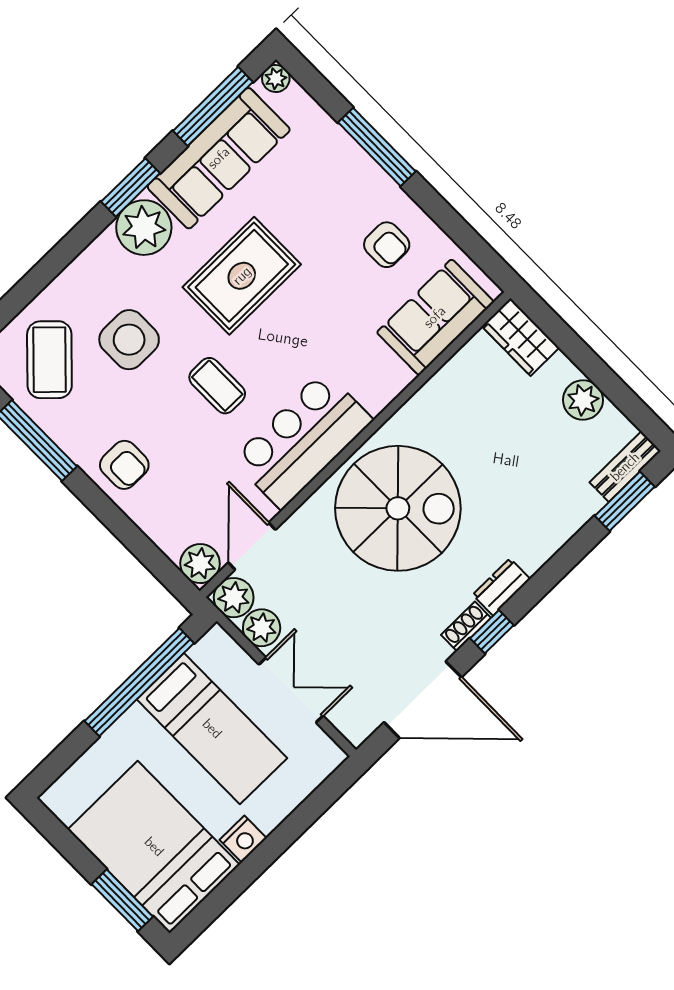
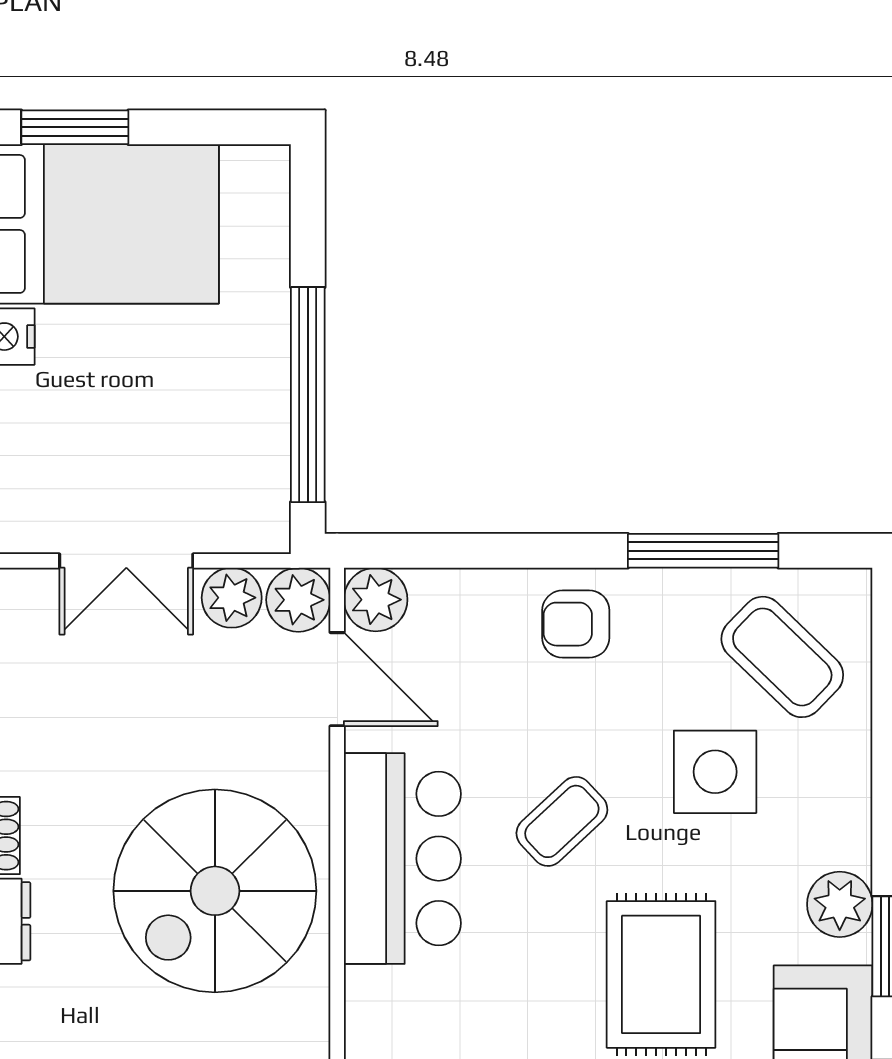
plant: (144, 228) -> (840, 904), width x0.73, depth x0.73
coffee table: (217, 386) -> (562, 821), turned -43
bed: (212, 729) -> (171, 426), removed

